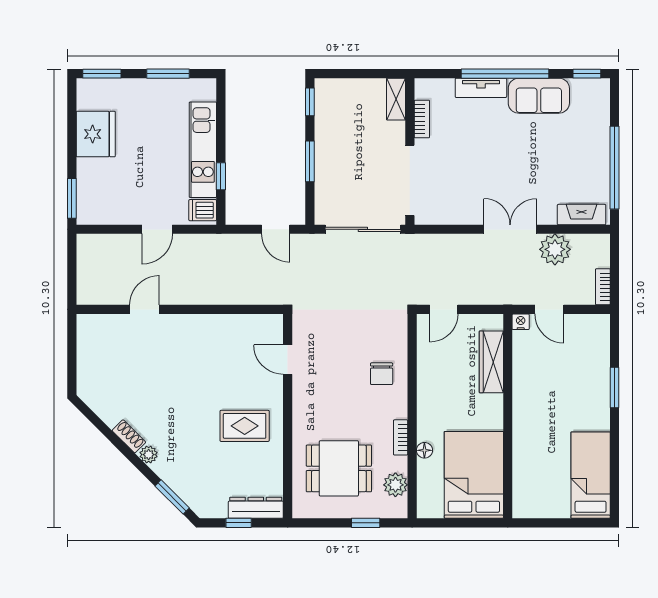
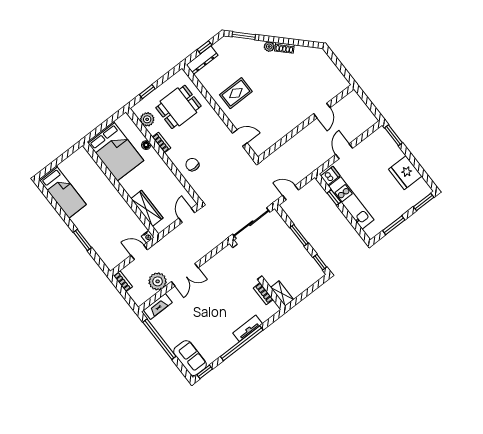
sofa: (539, 96) -> (190, 358), moved, turned 90

